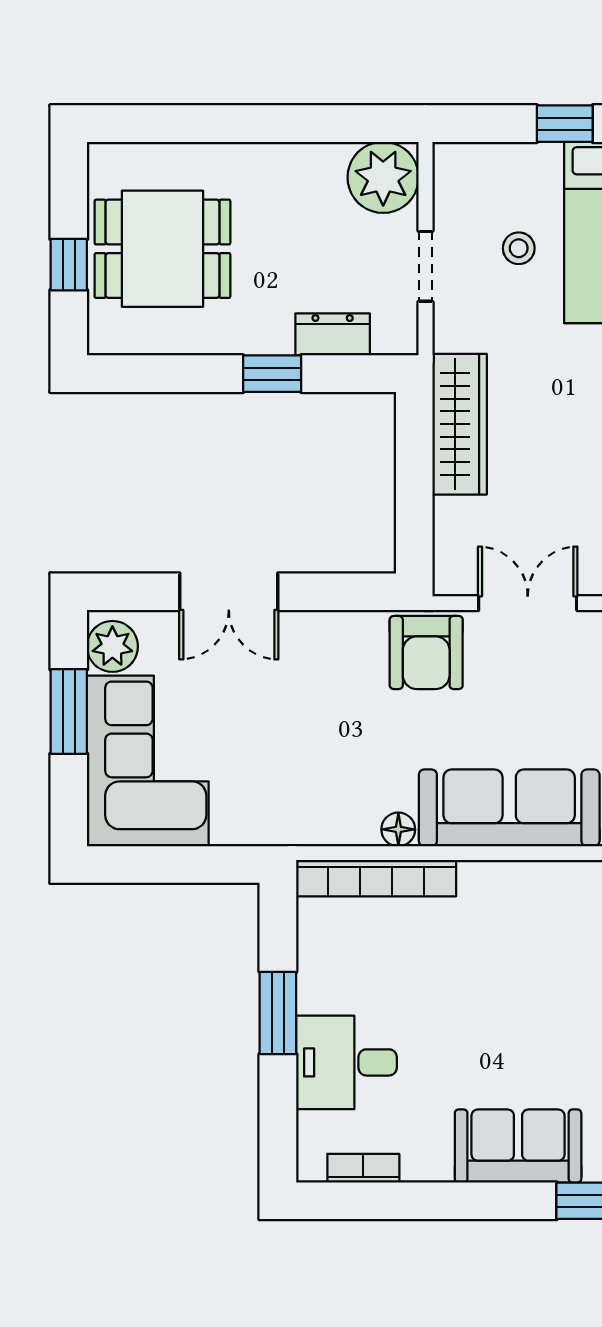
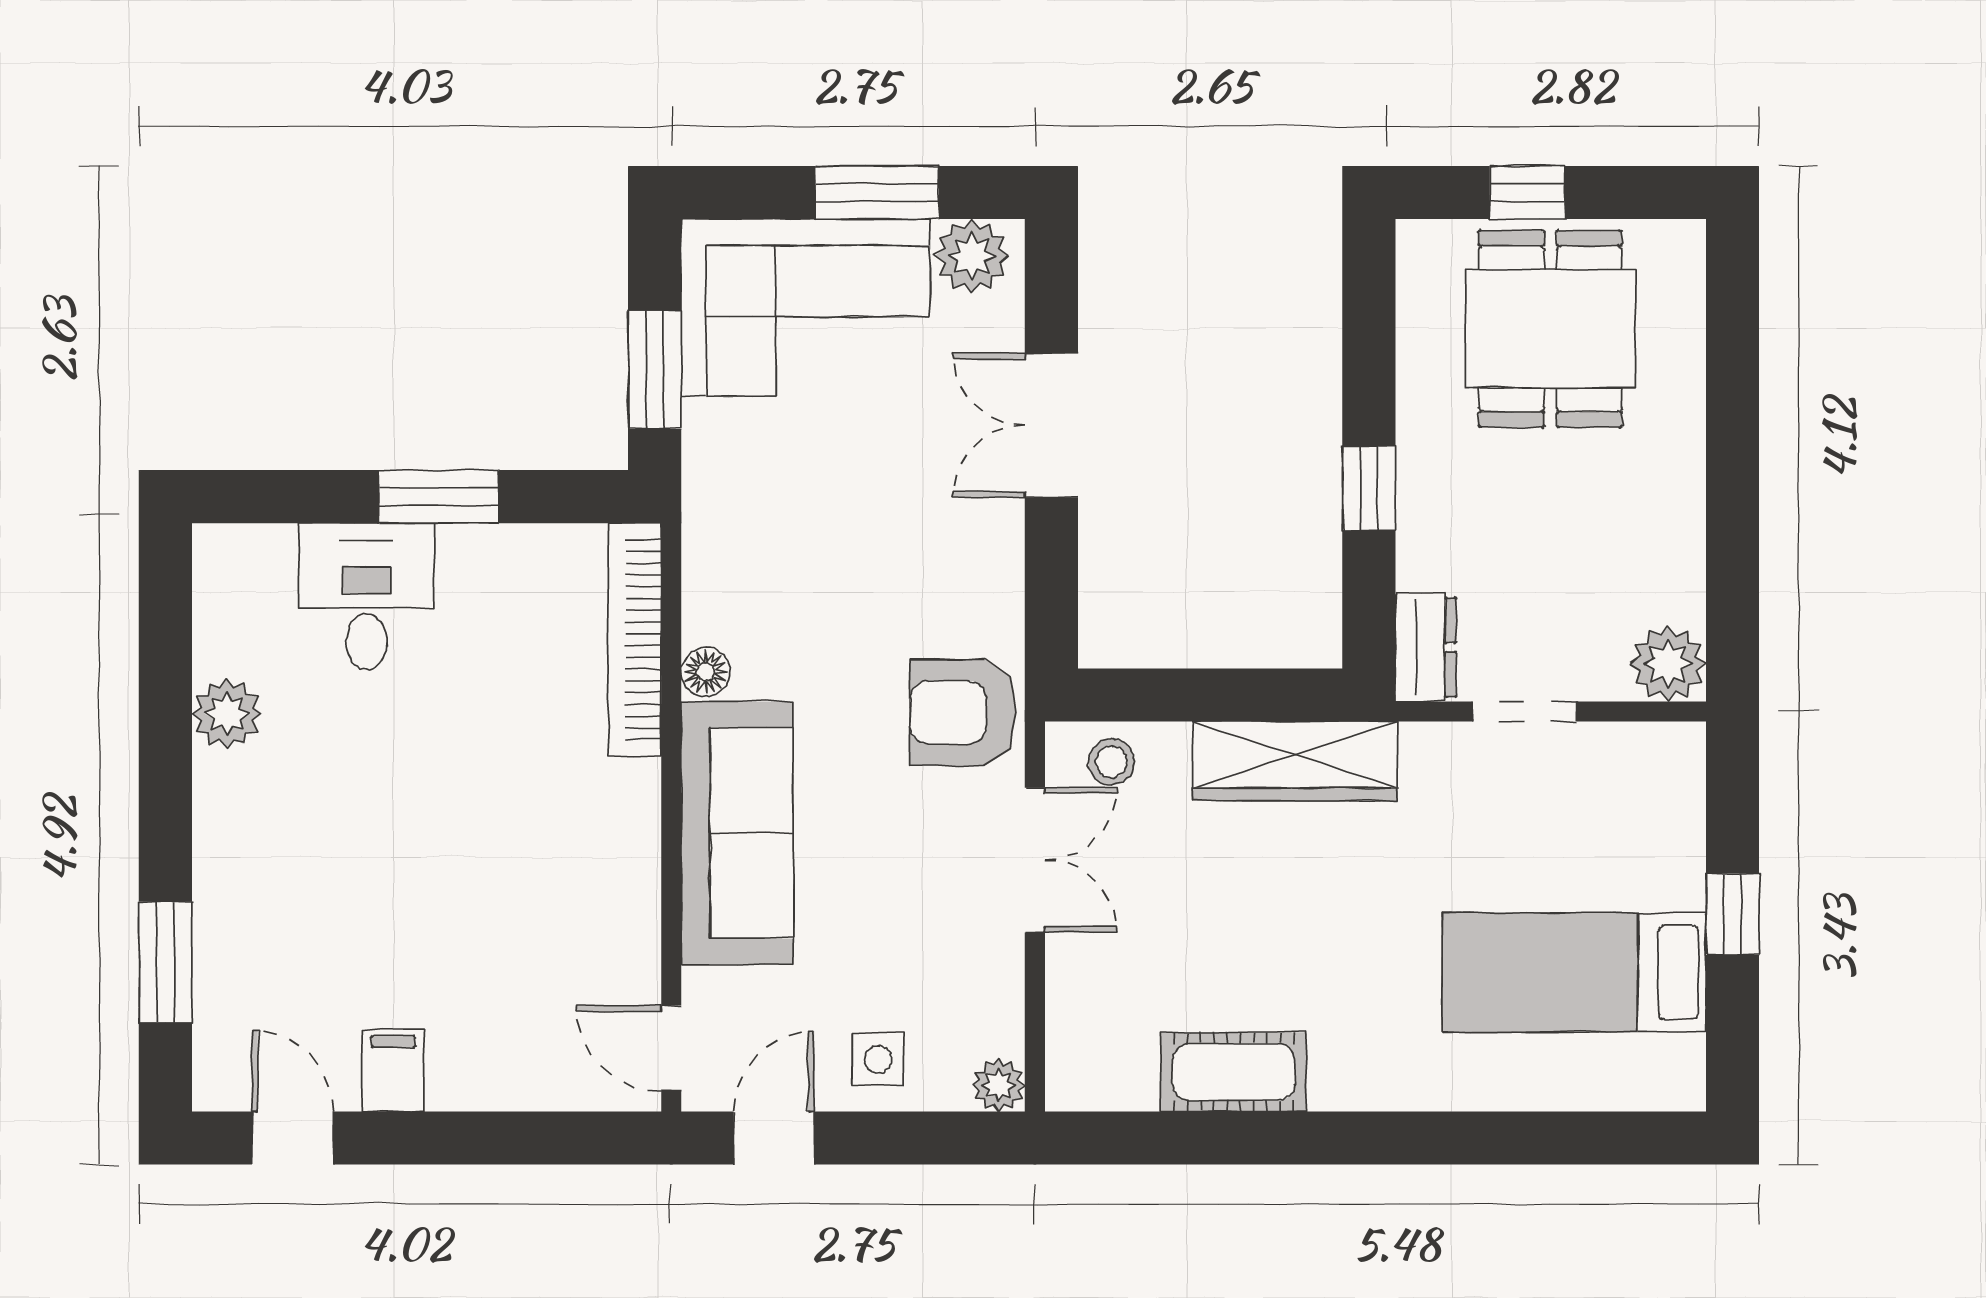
plant: (383, 177) -> (1668, 664), width x0.73, depth x0.73
stool: (519, 248) -> (1112, 762), moved
dresser: (333, 334) -> (1426, 647), moved
window: (191, 864) -> (655, 370), added
sofa: (518, 1146) -> (245, 846), removed
plant: (427, 1158) -> (227, 714), added
bookcase: (363, 1168) -> (213, 621), removed

